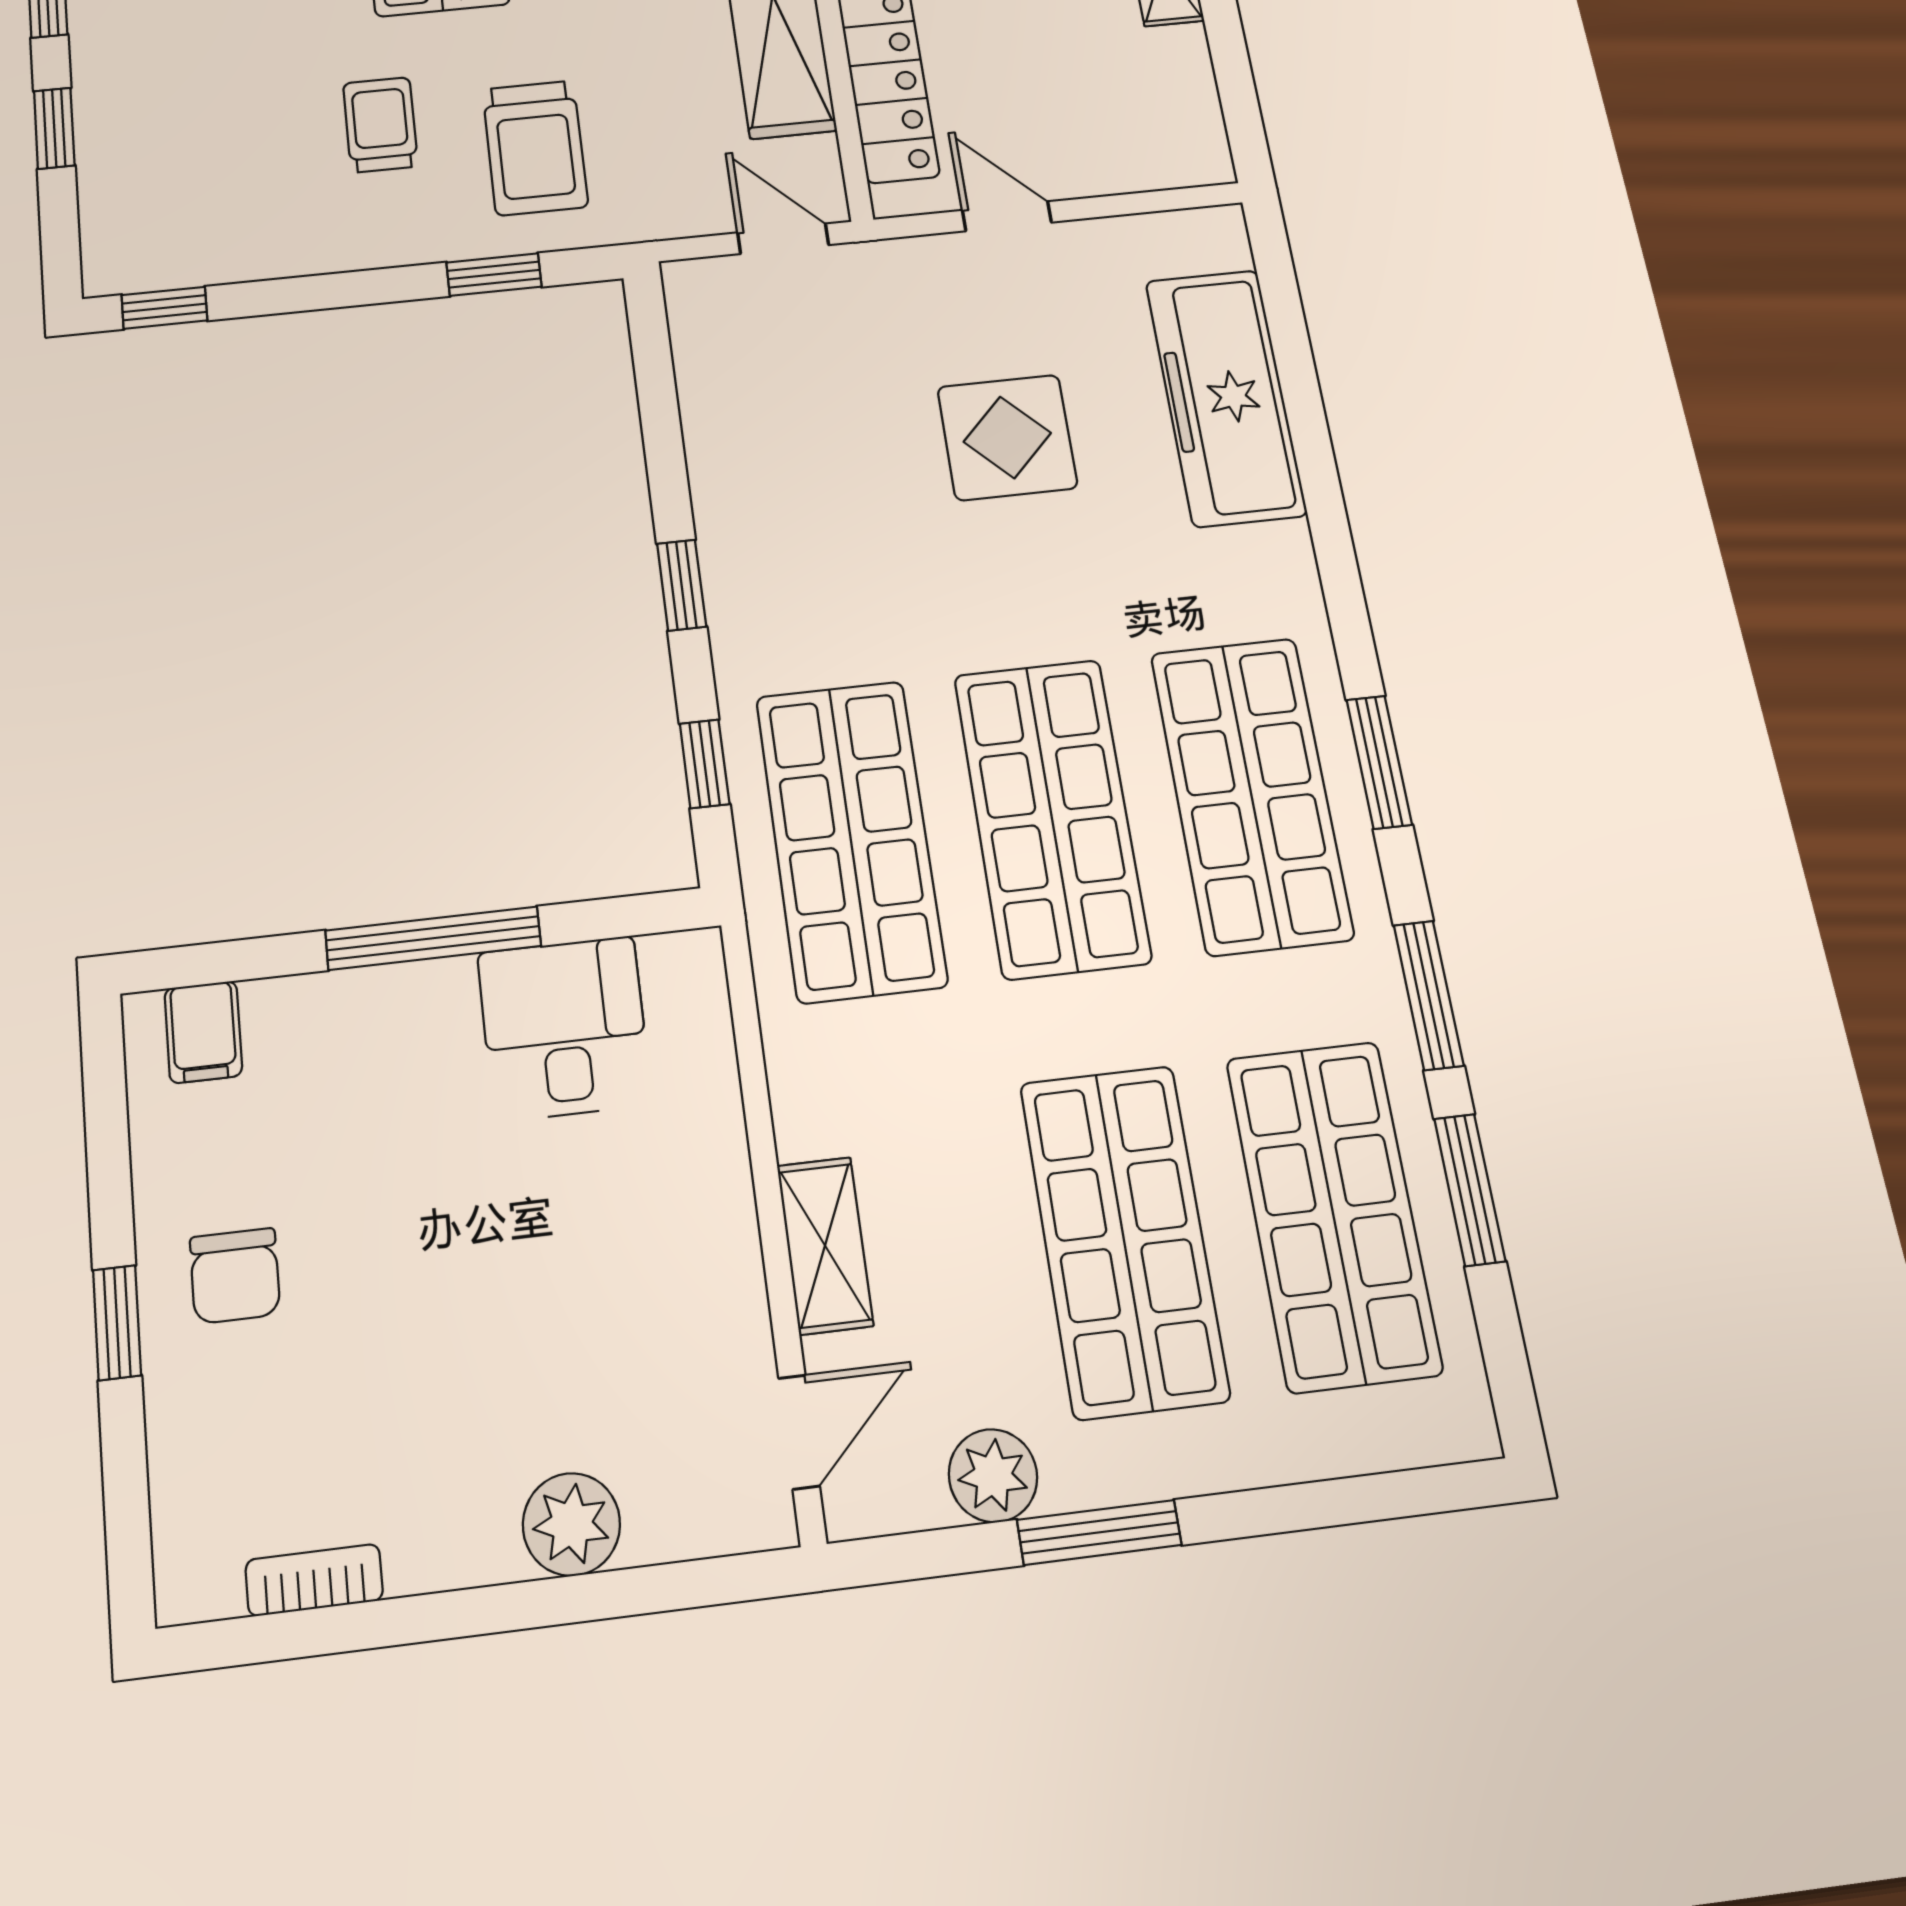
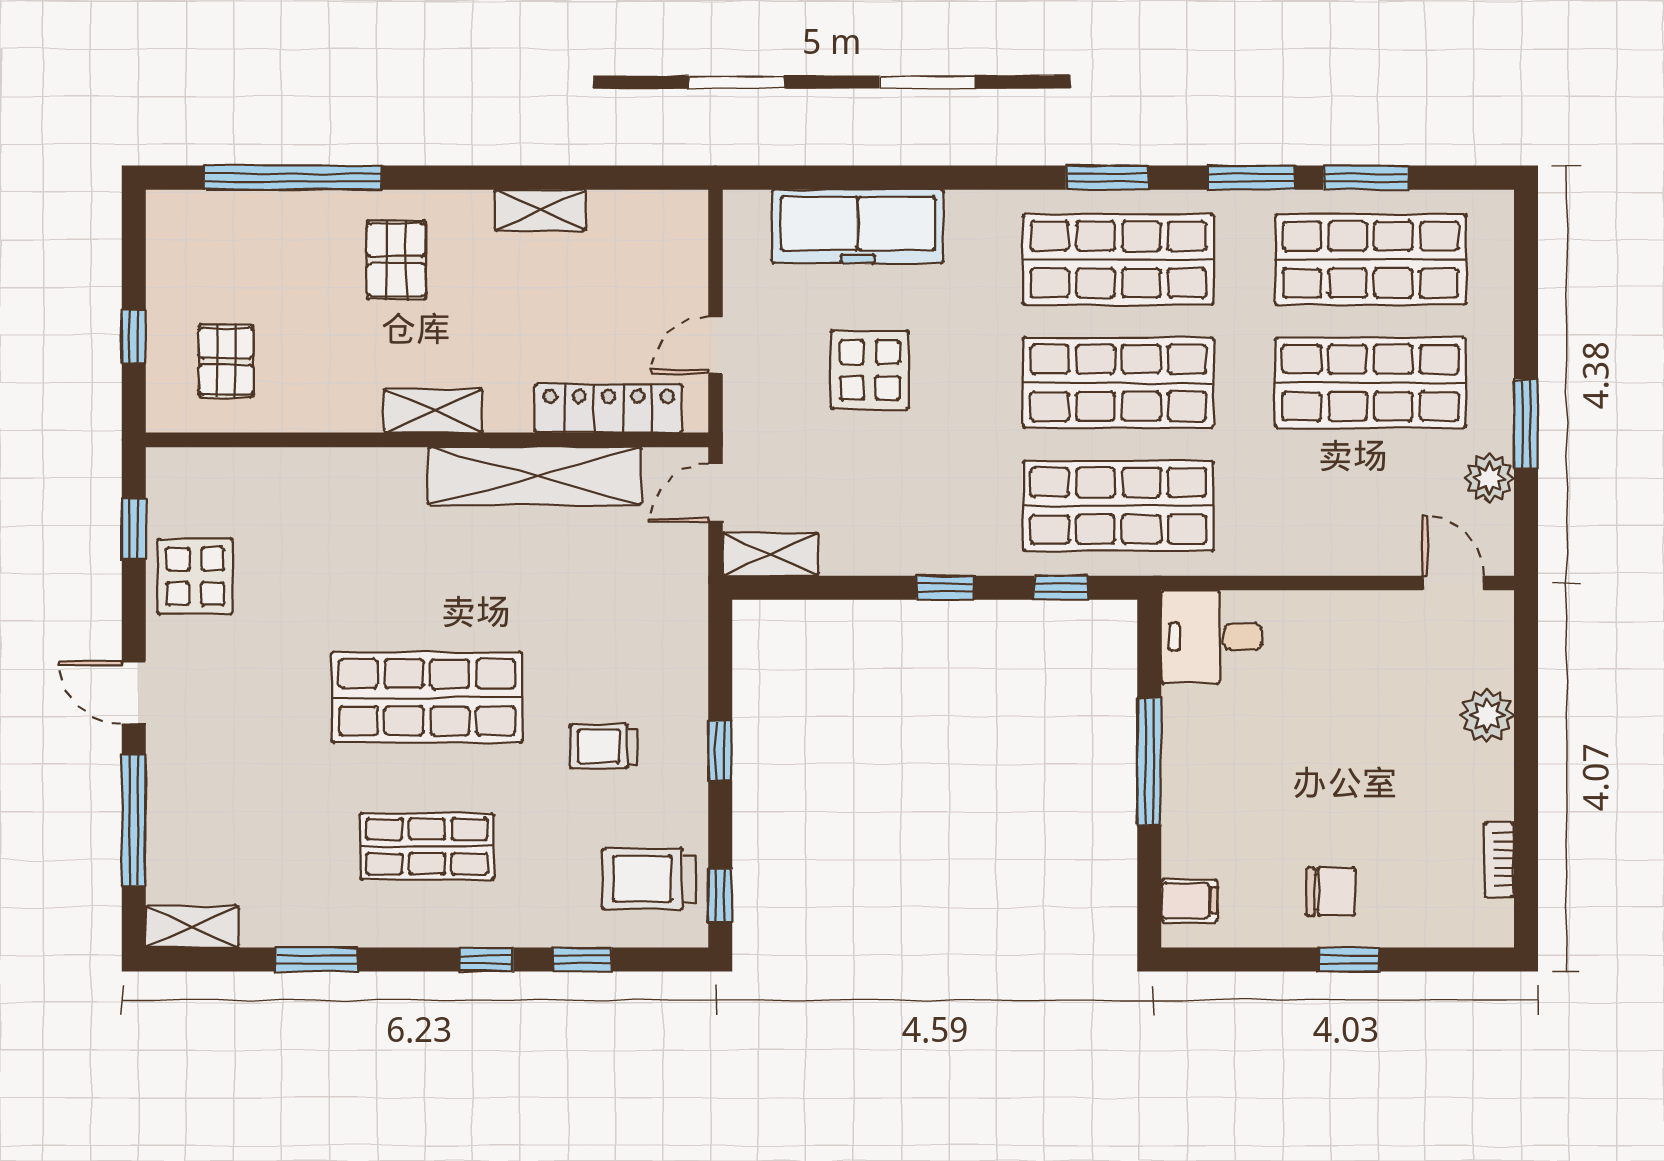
trolley: (535, 148) -> (649, 879), moved, turned 180
window: (494, 275) -> (720, 751), moved
desk: (564, 1028) -> (1212, 637), moved
shelving: (825, 1245) -> (770, 554), moved

